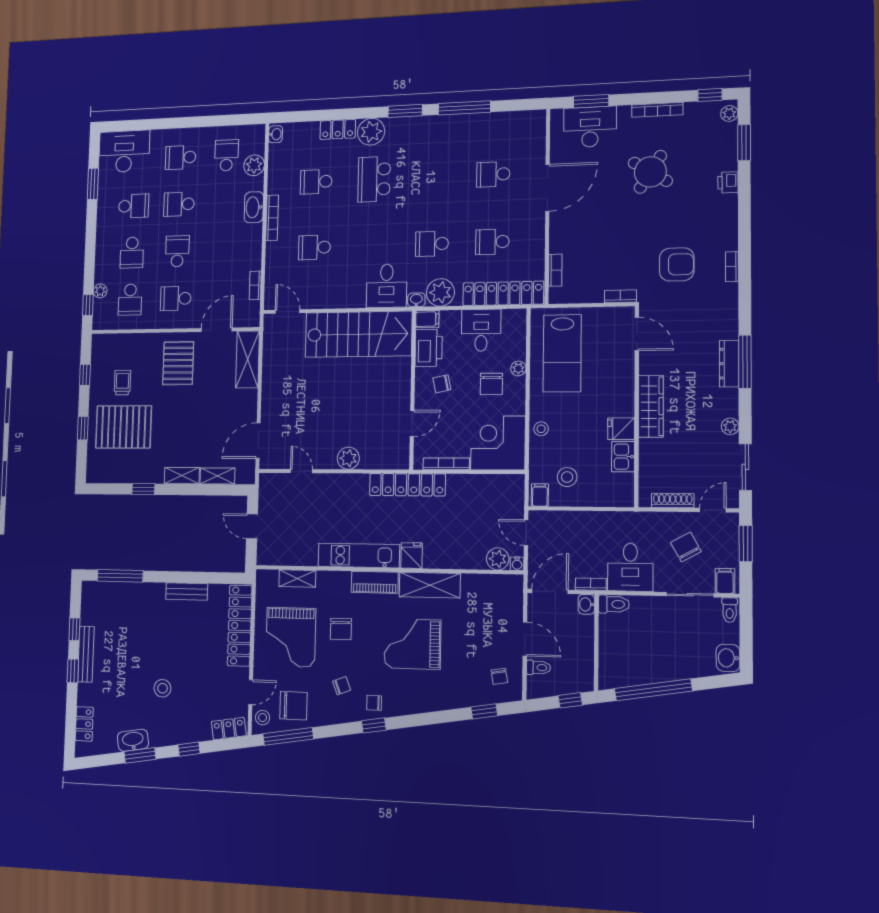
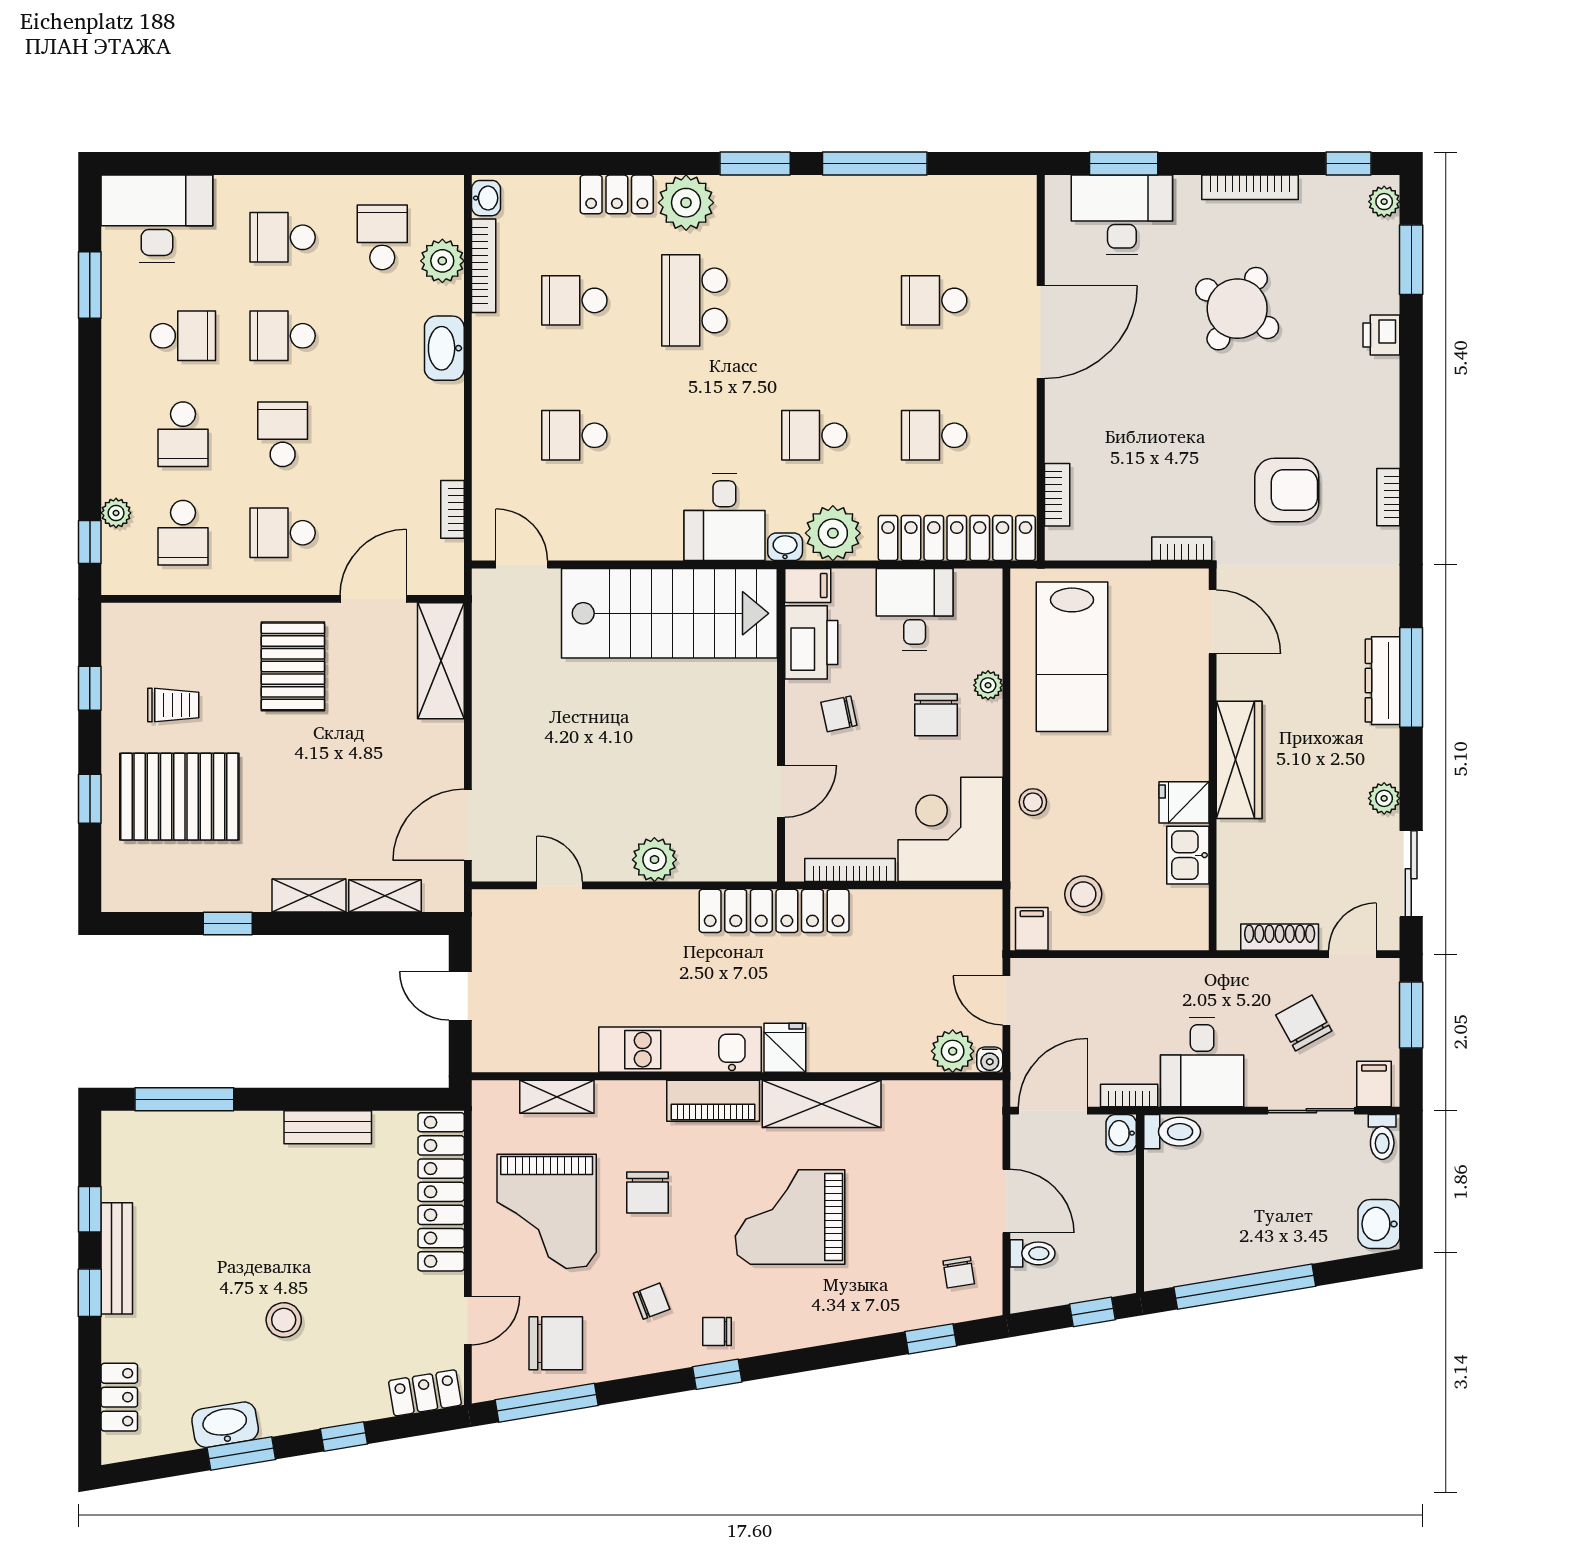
bookcase: (272, 218) -> (484, 266), moved
trolley: (122, 383) -> (173, 705), turned 90
stool: (263, 718) -> (494, 1369), removed

